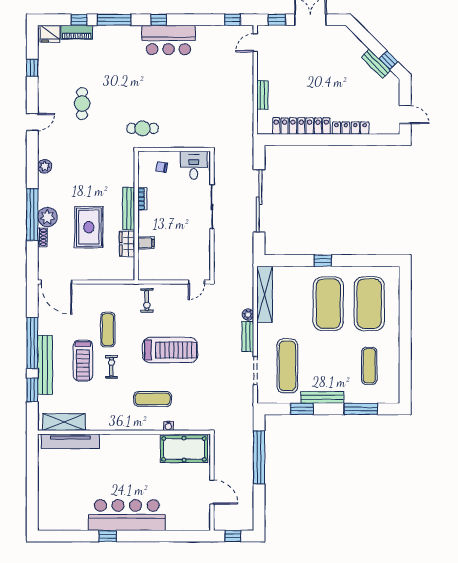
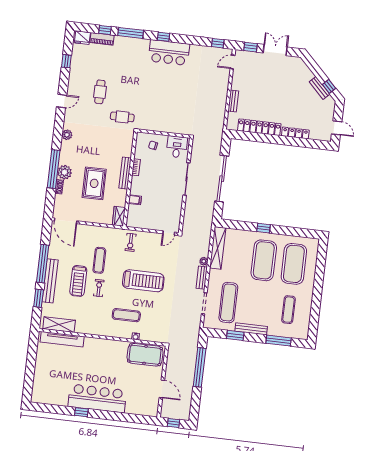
cafe table: (142, 128) -> (122, 117), moved
wardrobe: (127, 244) -> (119, 216), moved

